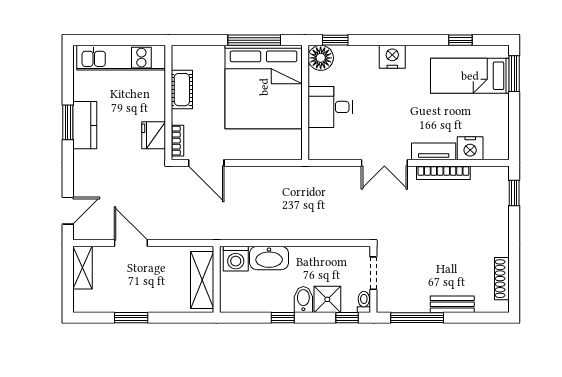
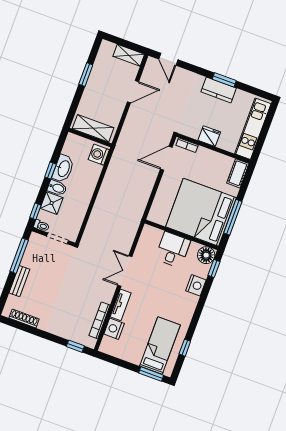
nightstand: (392, 57) -> (196, 285), moved
cot: (182, 90) -> (238, 173), moved, turned 90
fridge: (154, 135) -> (209, 136), moved
bookcase: (443, 173) -> (100, 320), moved
washbasin: (269, 258) -> (63, 169), moved, turned 180

